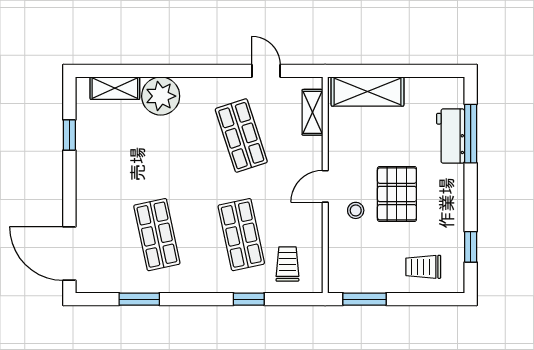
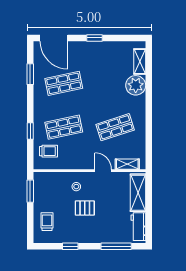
door: (266, 71) -> (149, 140), removed
window: (69, 135) -> (95, 38), moved
workbench: (451, 136) -> (138, 227), moved, turned -90
door: (325, 186) -> (103, 171), moved
pallet: (397, 194) -> (85, 208), width x0.67, depth x0.71
window: (471, 247) -> (70, 246), moved
door: (69, 254) -> (54, 38), swing flipped

